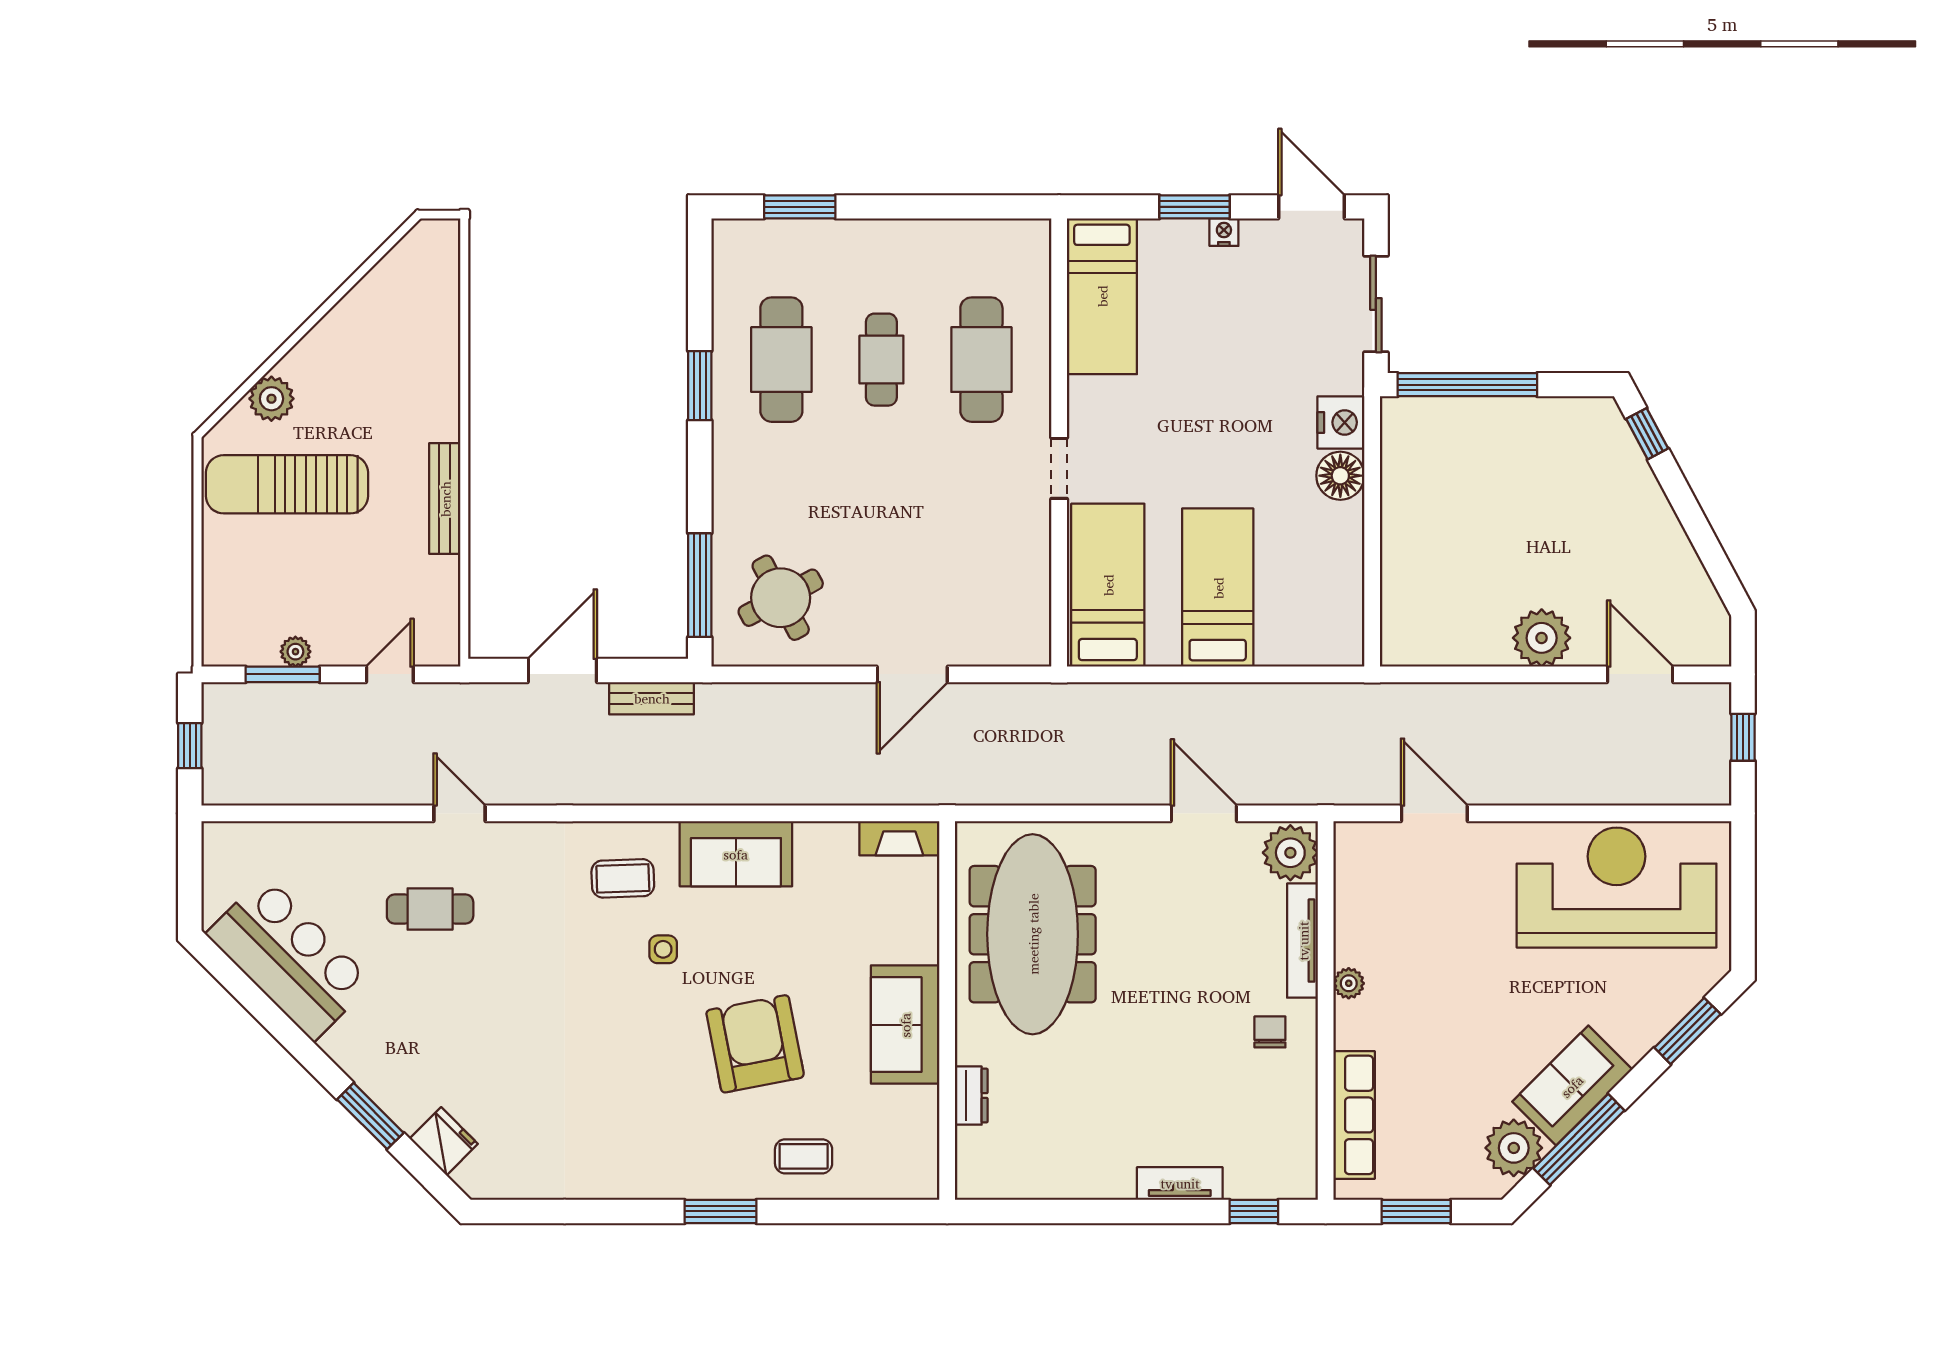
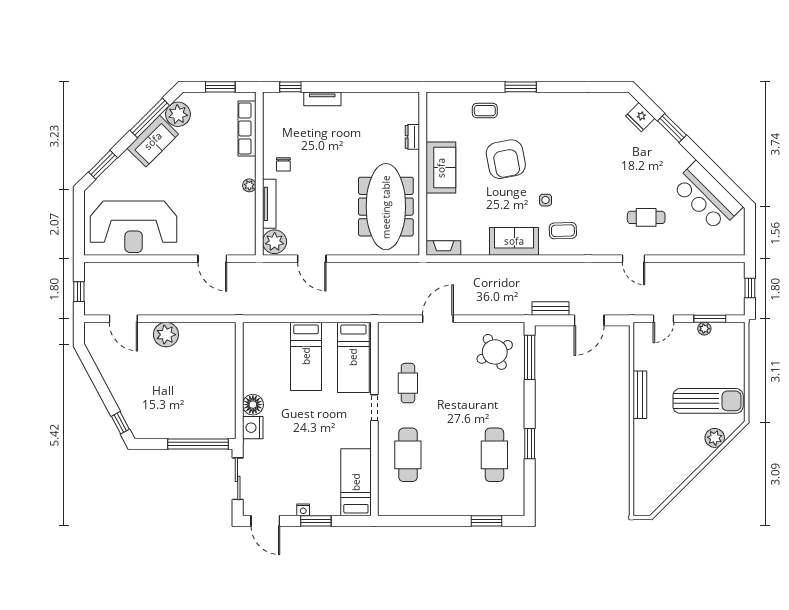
cafe table: (881, 360) -> (408, 383), moved

